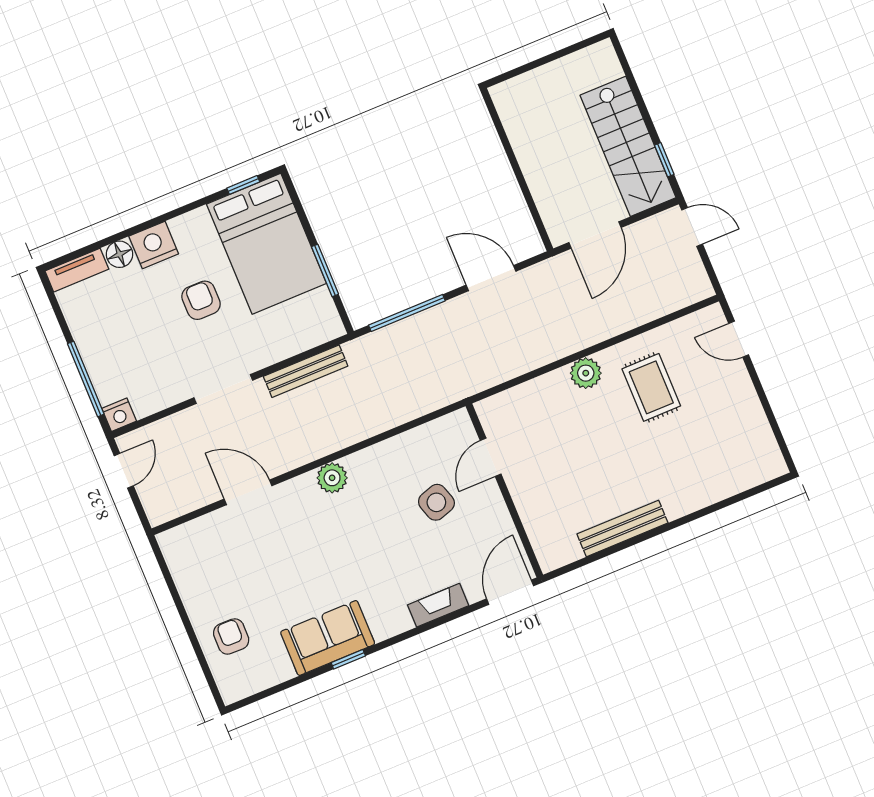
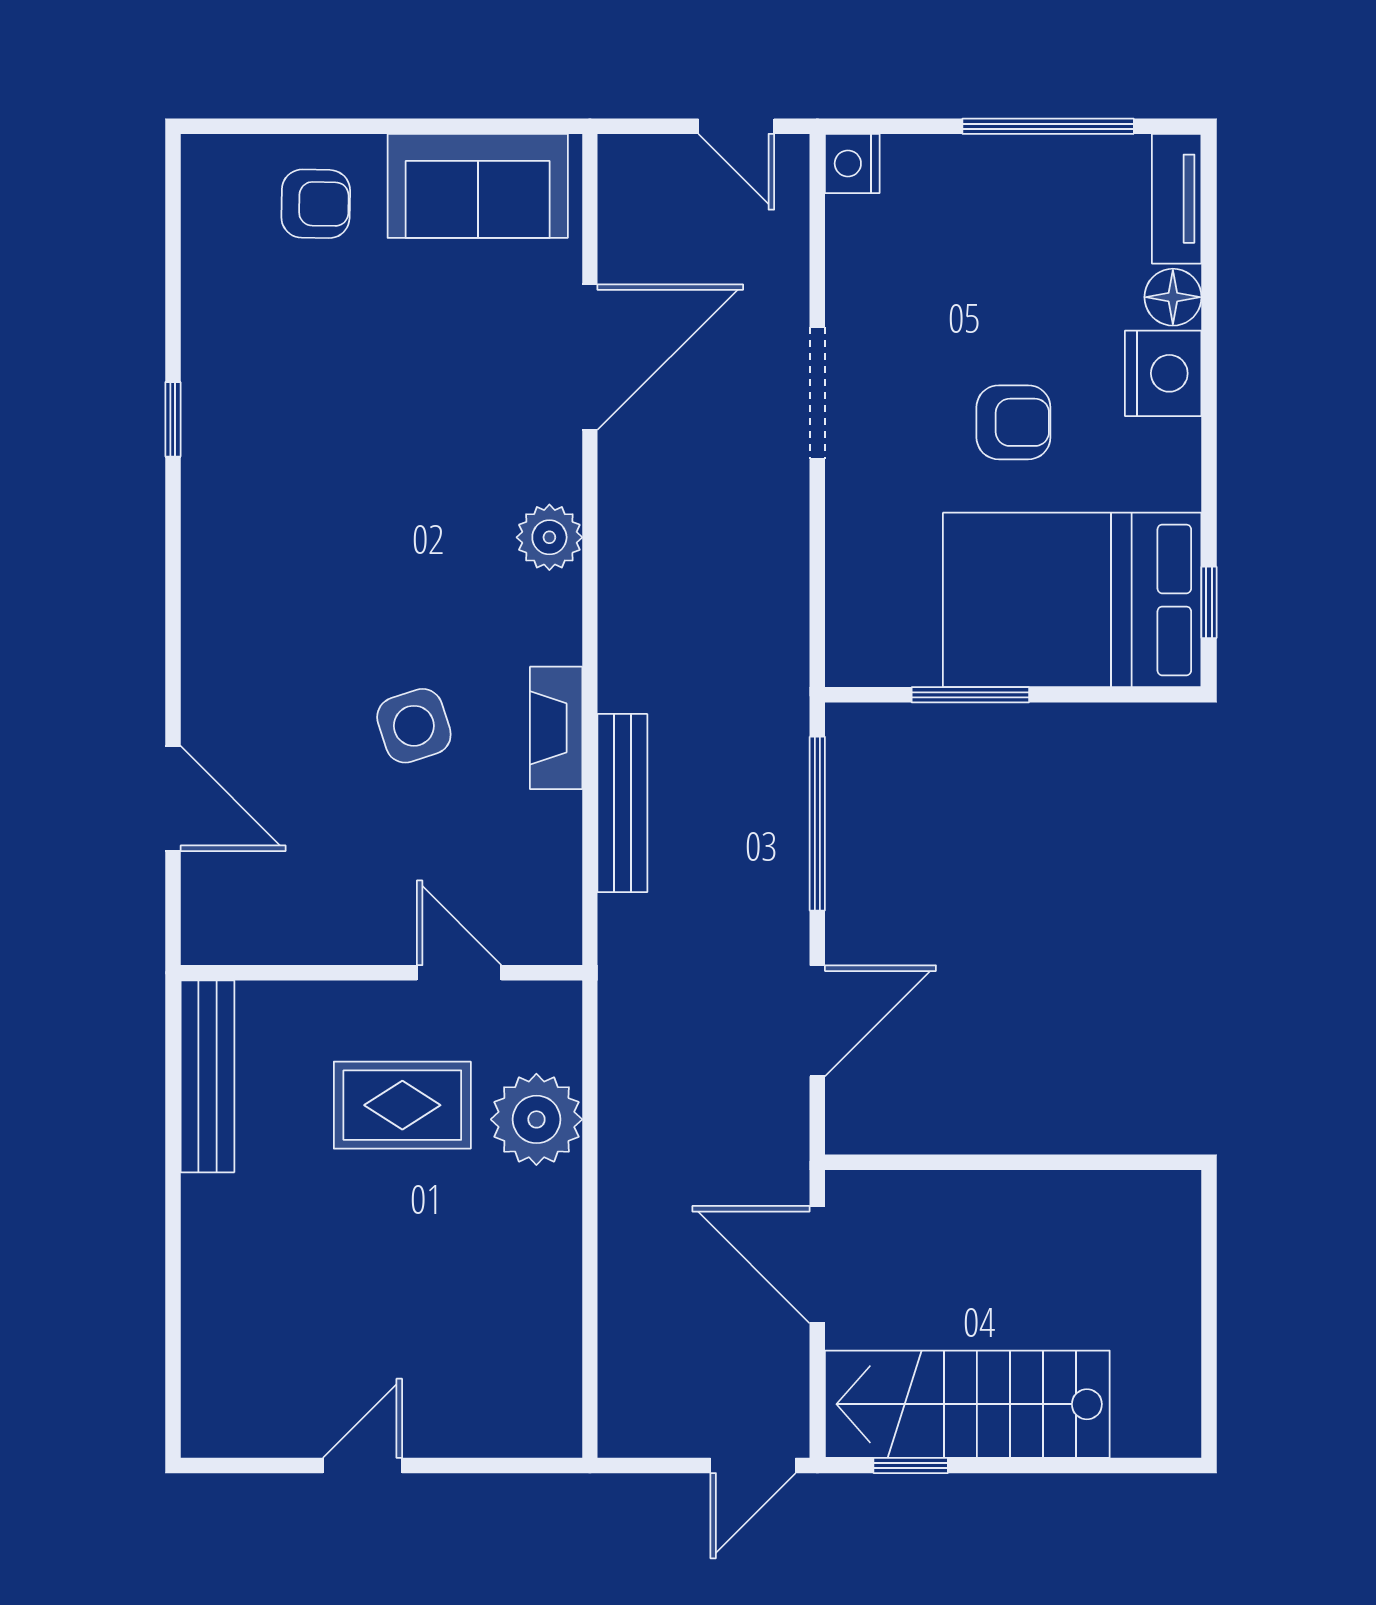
door: (739, 339) -> (362, 1466), moved
bench: (306, 371) -> (622, 803), moved
plant: (586, 373) -> (536, 1119), width x1.36, depth x1.36
window: (86, 379) -> (1048, 126), moved
rug: (651, 387) -> (402, 1105), moved
door: (491, 457) -> (459, 973), moved
wall: (504, 490) -> (381, 973), moved
door: (248, 492) -> (590, 357), width x1.36
fireplace: (438, 605) -> (556, 728), moved, turned 180
sofa: (328, 638) -> (478, 186), moved, turned 90

